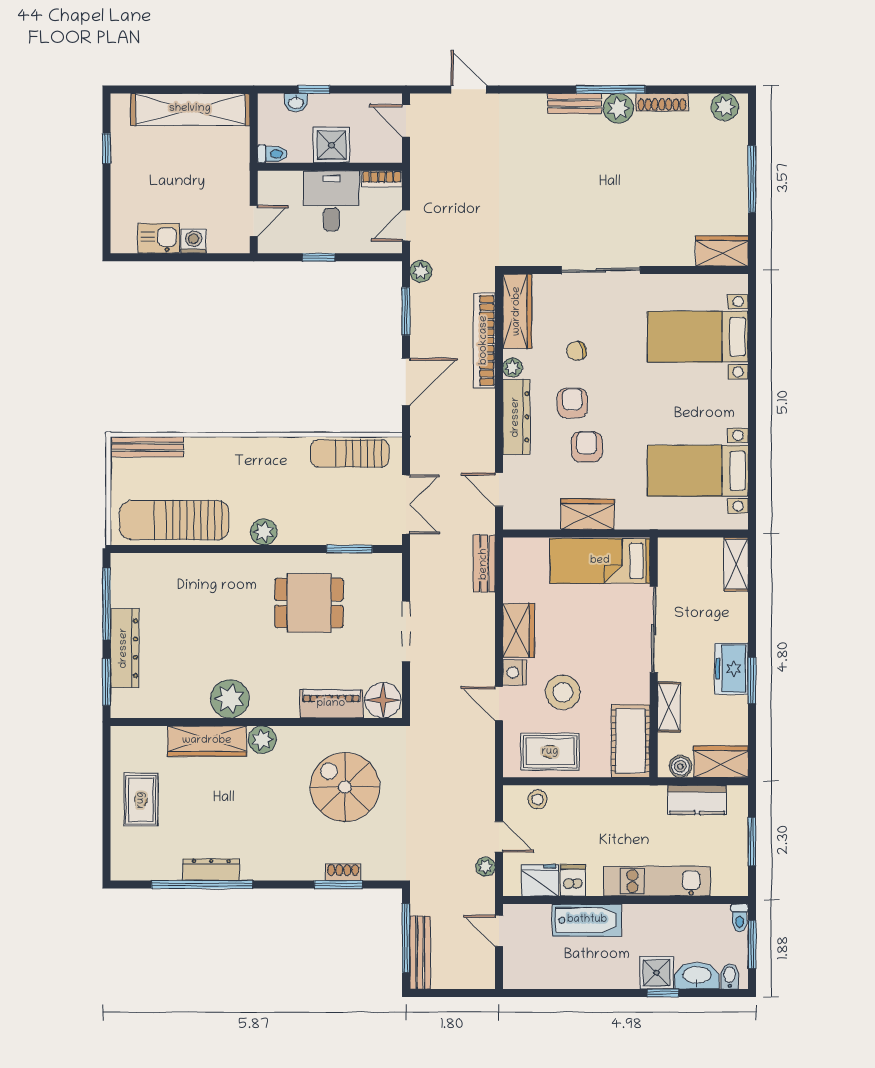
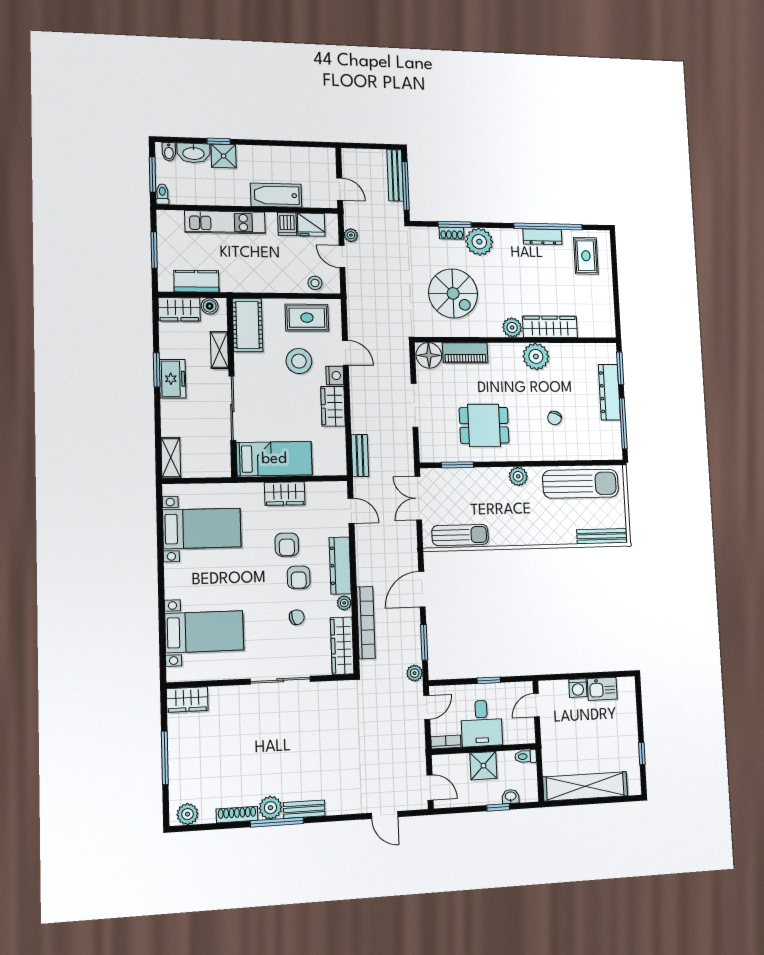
chair: (207, 612) -> (555, 418), added
rug: (141, 800) -> (586, 256), moved
plant: (304, 861) -> (479, 242), added

